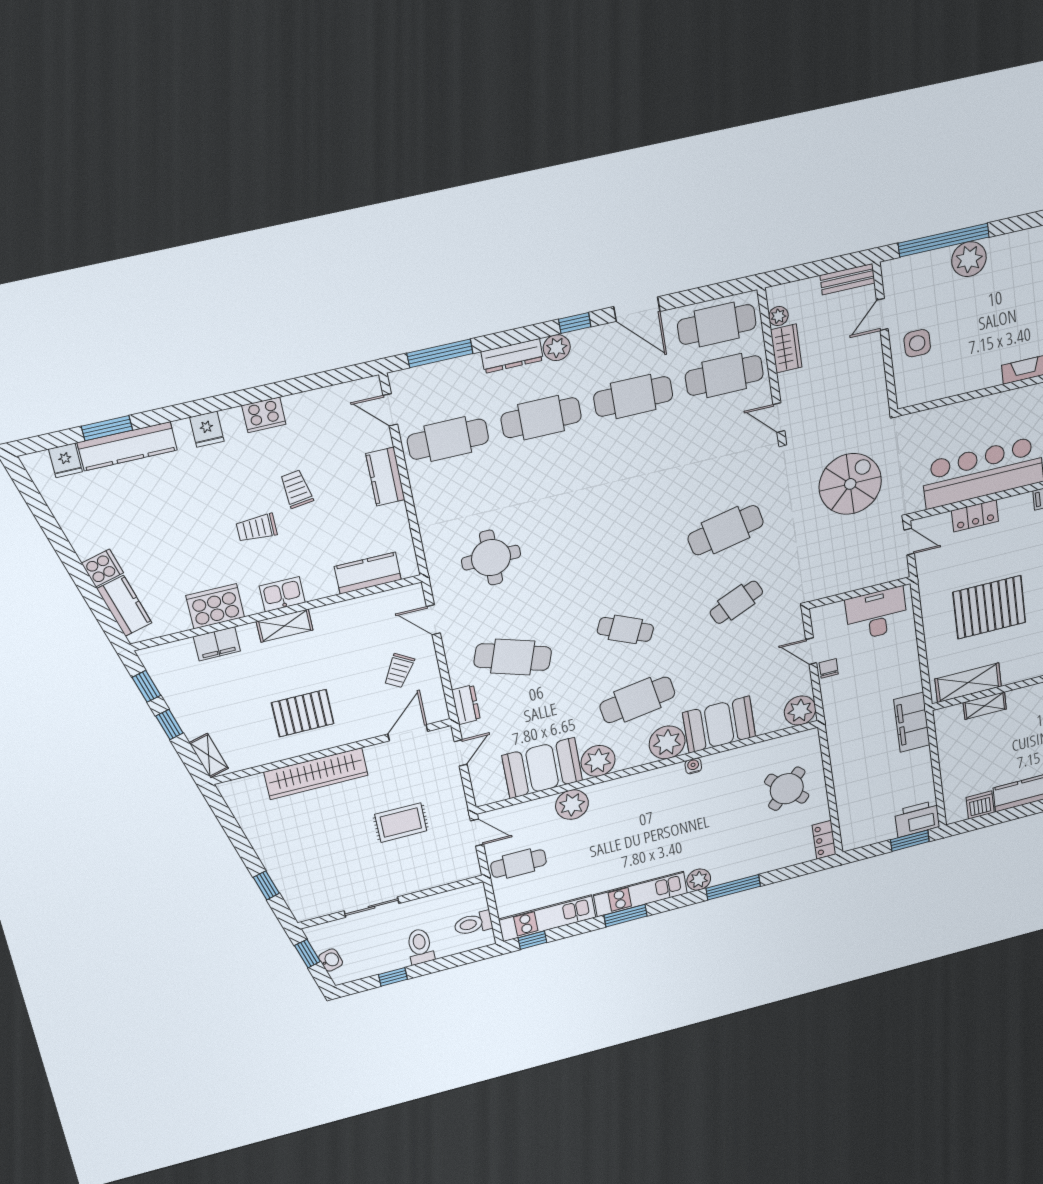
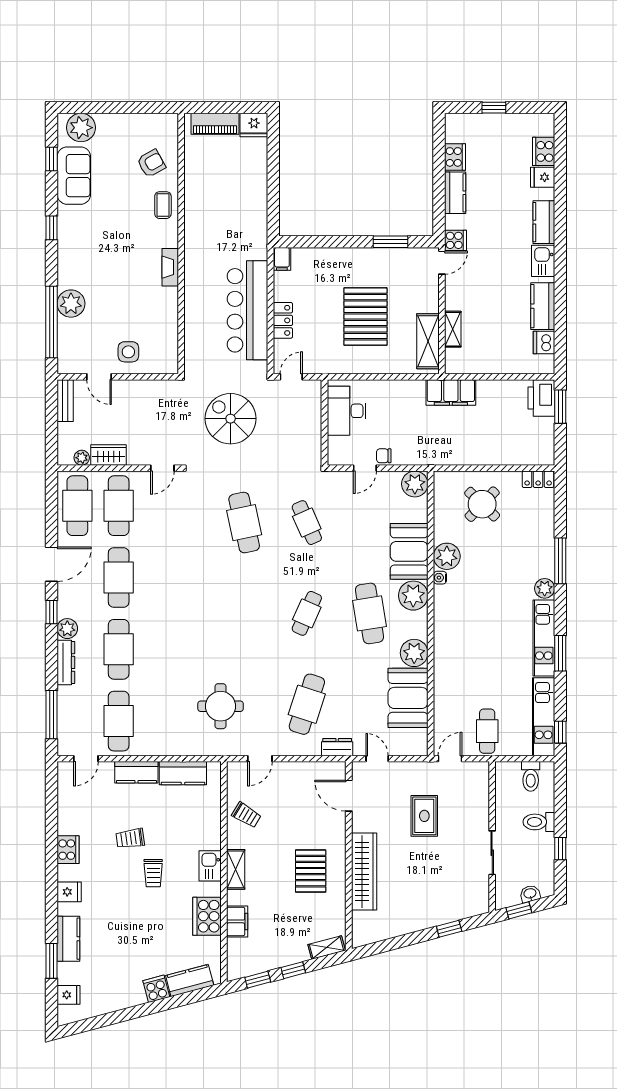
kitchen counter: (127, 446) -> (68, 939), width x0.67
kitchen counter: (368, 573) -> (183, 773), moved, turned -90
trolley: (399, 671) -> (246, 815), moved
plant: (572, 805) -> (447, 556), moved

